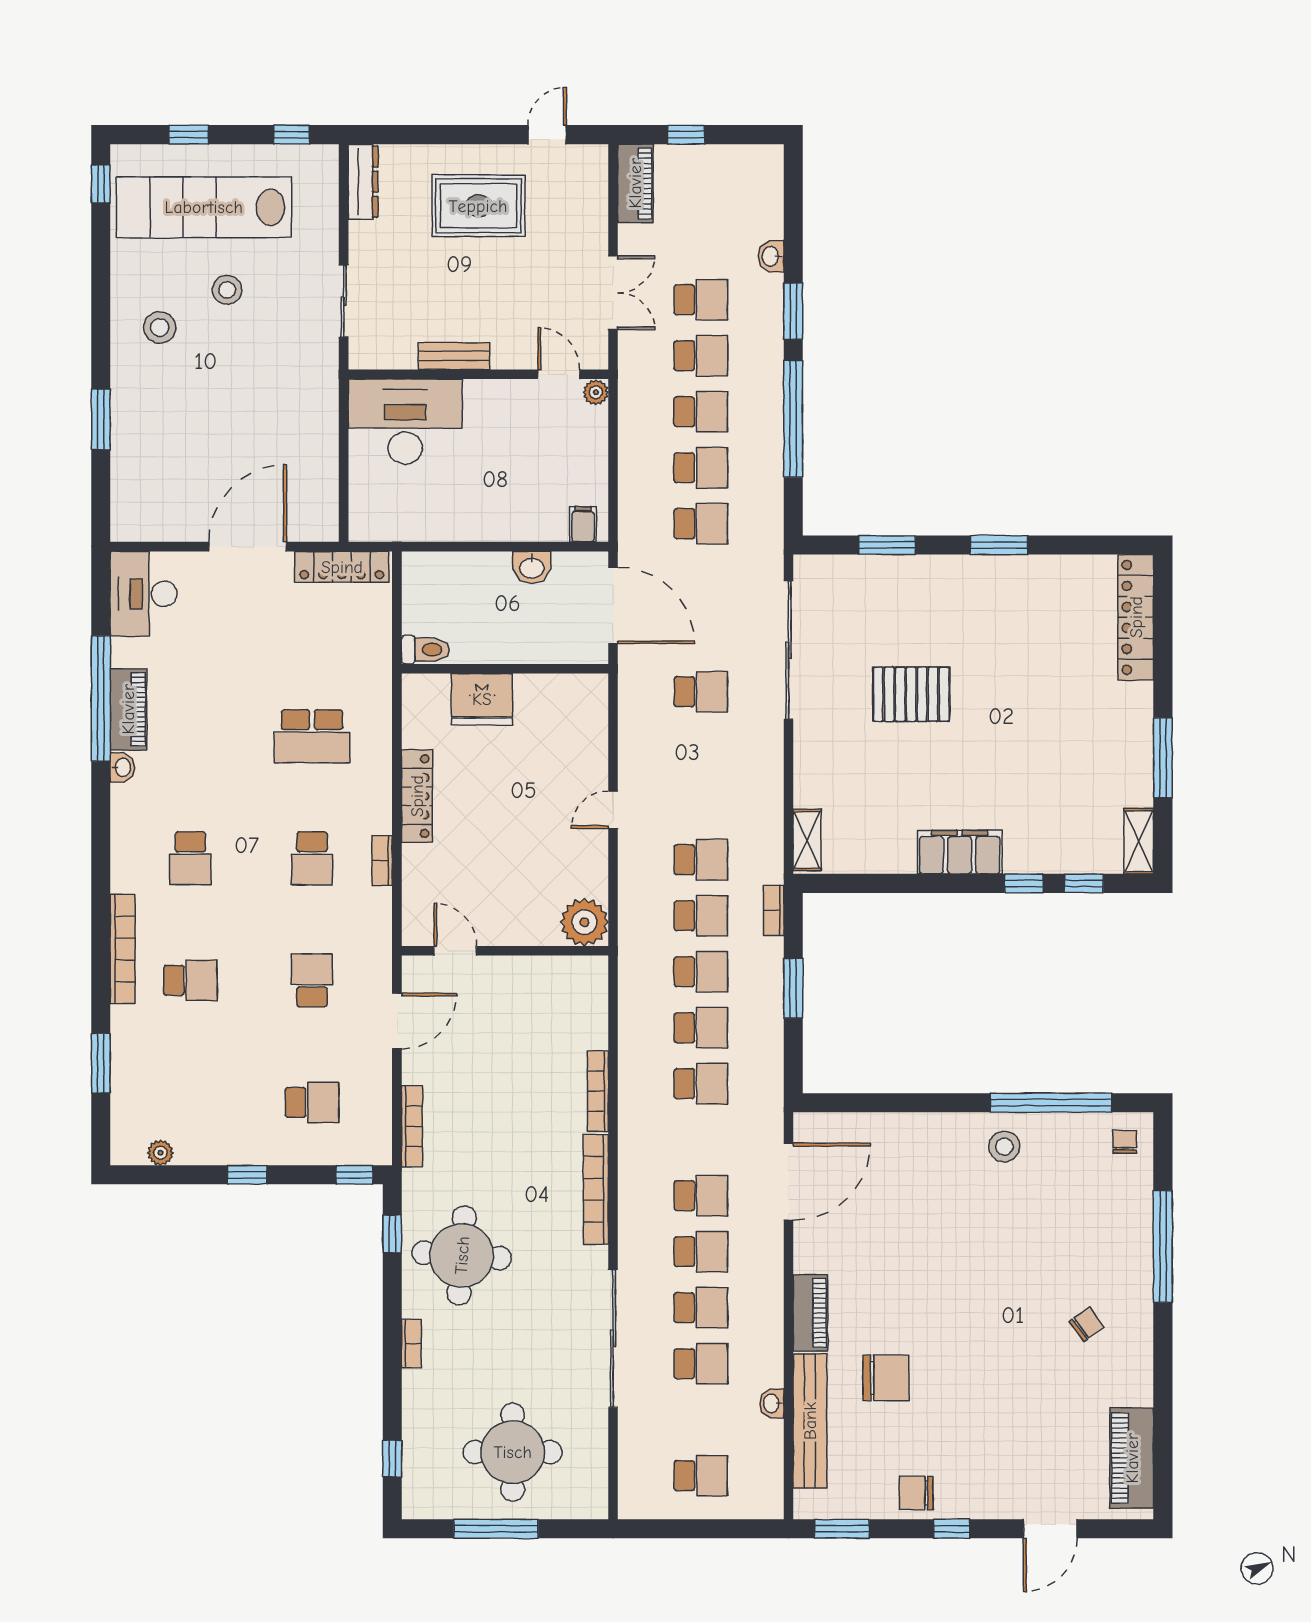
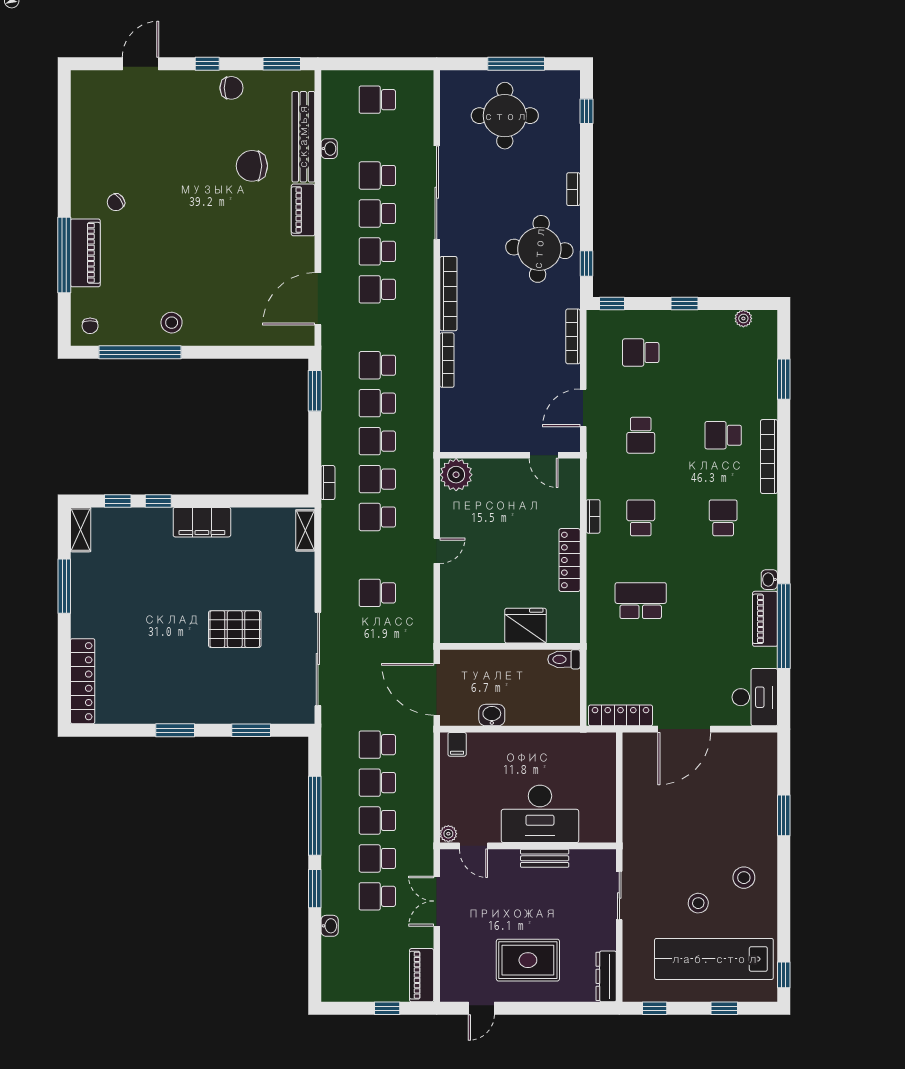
lab bench: (204, 207) -> (714, 959), turned 180
desk: (405, 422) -> (540, 814), moved
school desk: (701, 692) -> (377, 593), moved
window: (793, 988) -> (315, 391), moved
piano: (1132, 1458) -> (85, 253), moved

